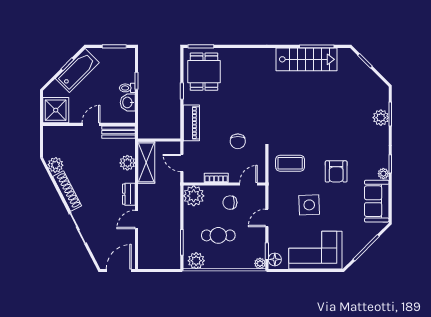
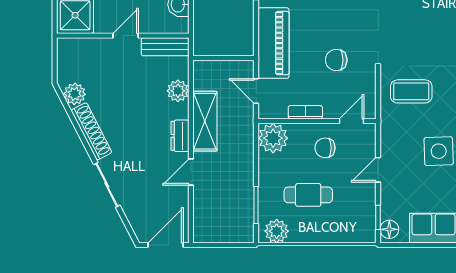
piano: (191, 123) -> (273, 43), width x1.37, depth x1.33
chair: (238, 141) -> (336, 60), turned 90
shelving: (146, 162) -> (205, 121), moved
plant: (260, 263) -> (368, 235), removed

